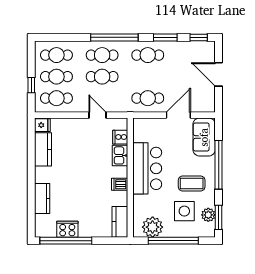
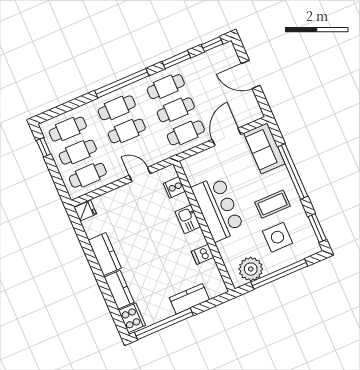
cafe table: (148, 77) -> (176, 110), added
window: (31, 85) -> (44, 147), moved
kitchen counter: (43, 149) -> (105, 254), moved
kitchen sink: (120, 155) -> (188, 219), moved
dishwasher: (120, 184) -> (202, 254), moved
plant: (208, 215) -> (305, 230), removed
kitchen counter: (120, 222) -> (189, 299), moved, turned 90
cooker: (67, 229) -> (132, 318), moved, turned 90

